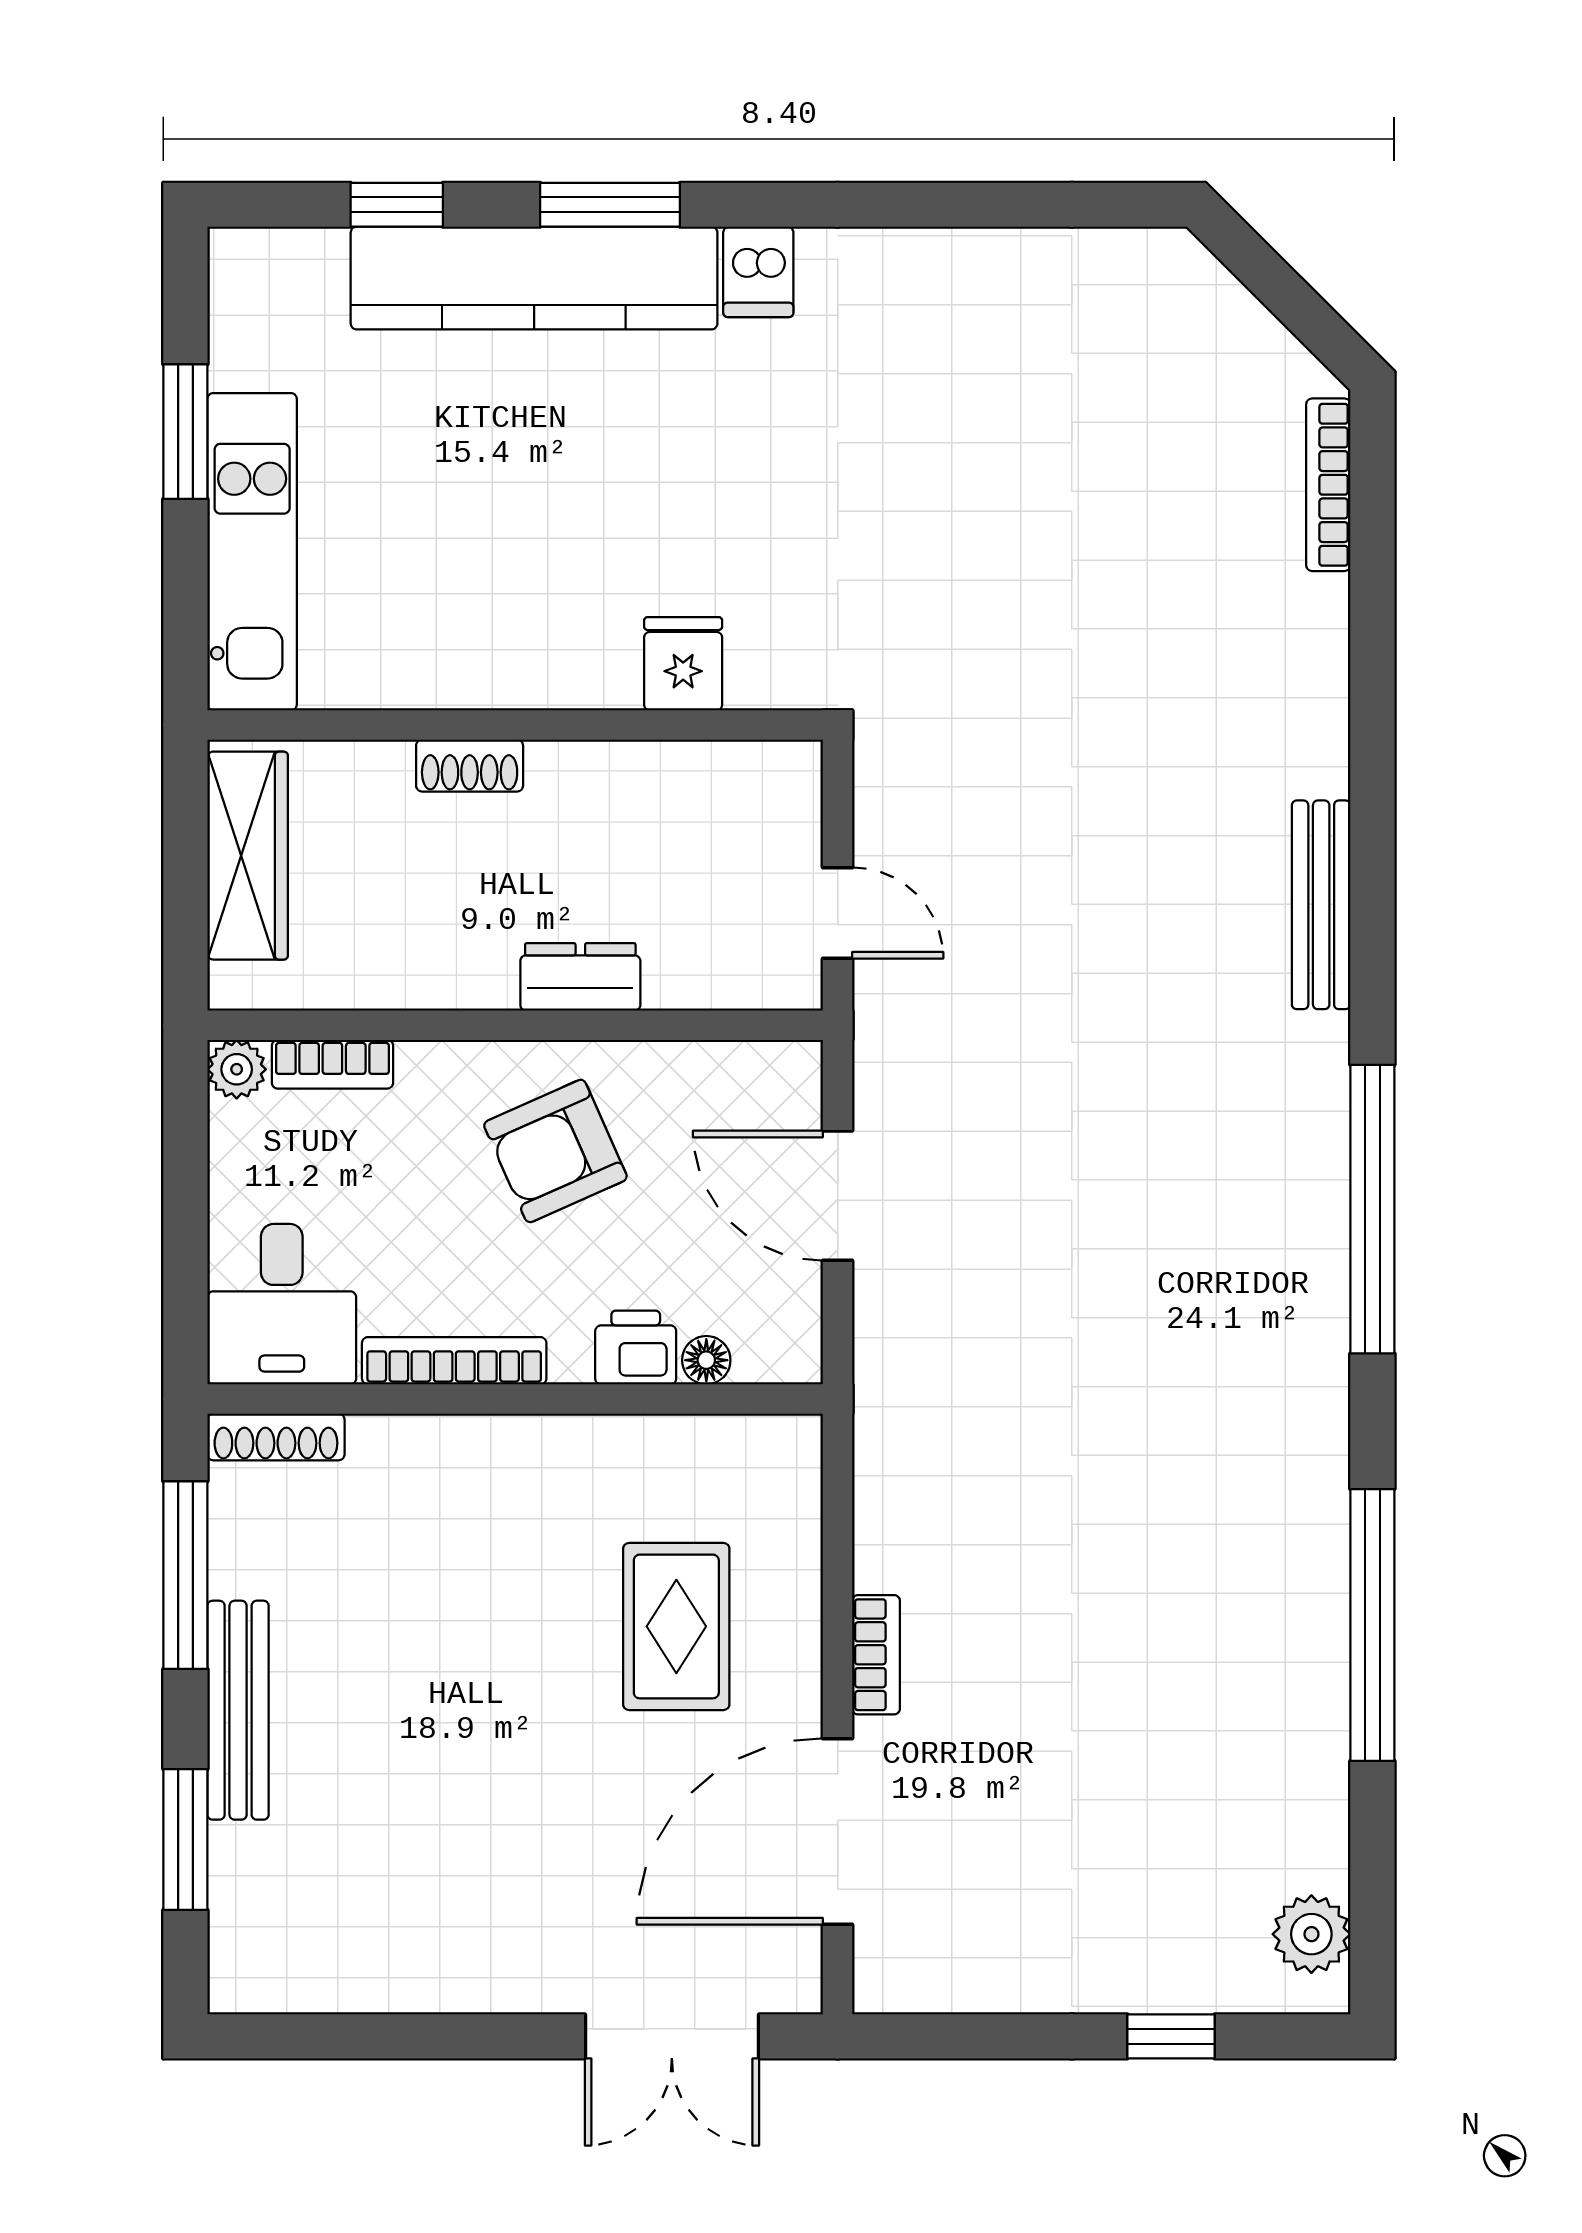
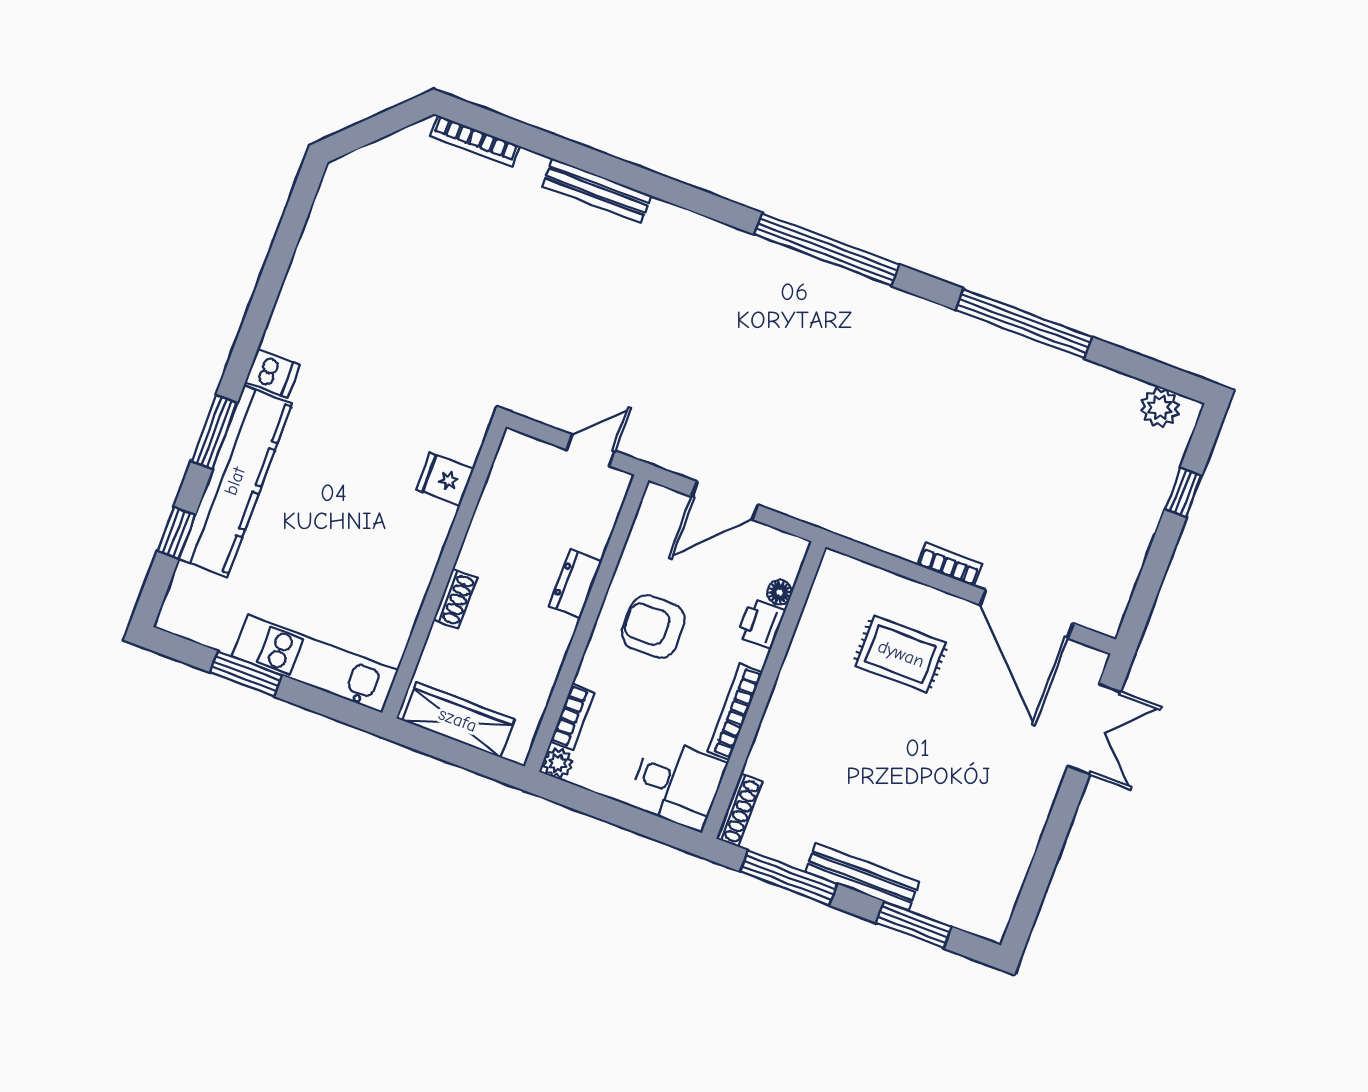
bench: (1321, 905) -> (597, 191), moved
armchair: (555, 1151) -> (653, 627), turned 114

